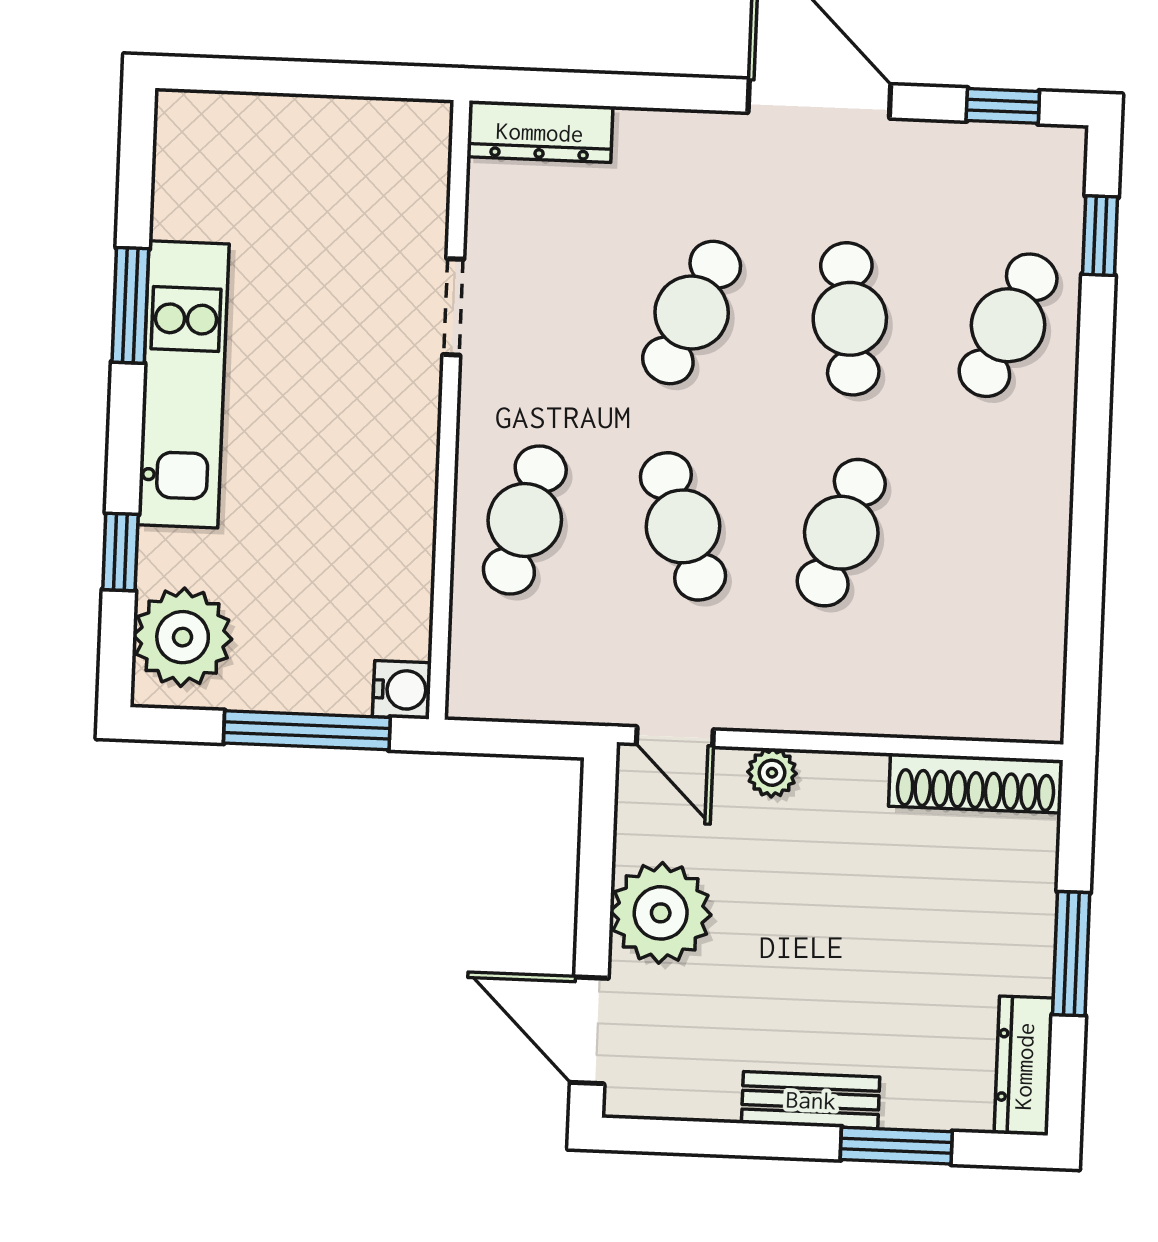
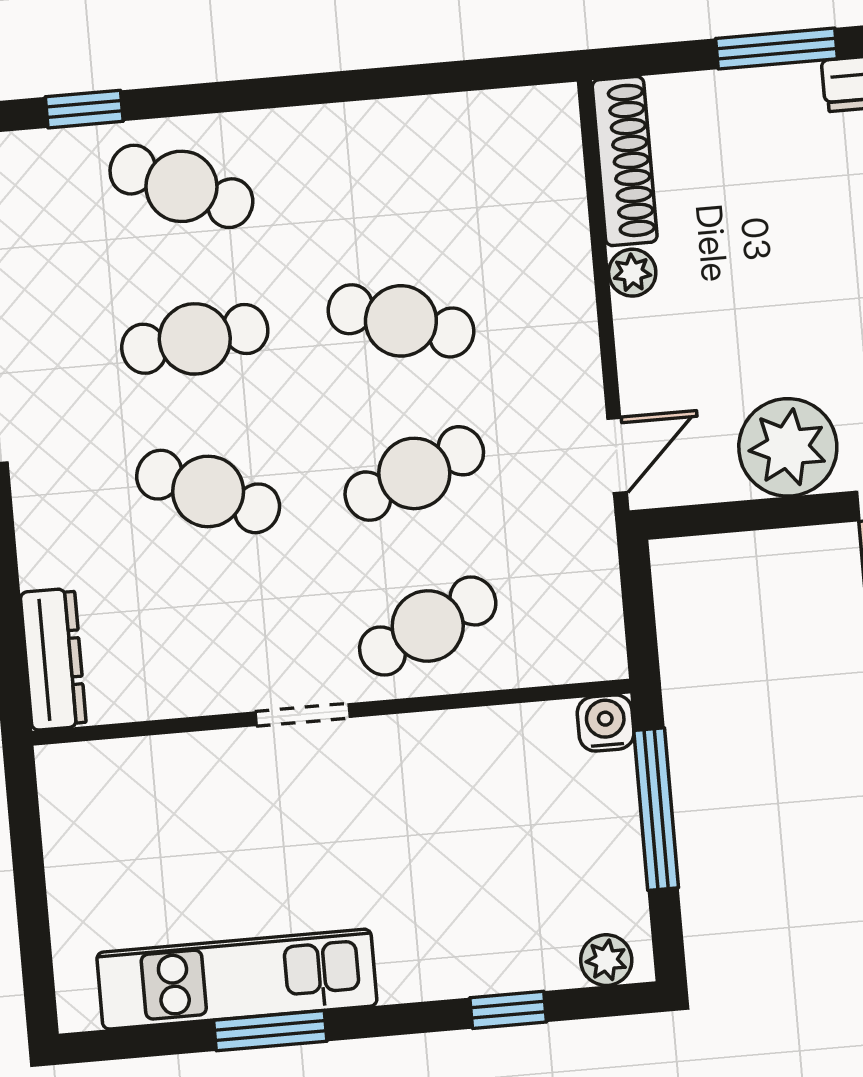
doorway: (453, 307) -> (303, 715), moved
kitchen unit: (183, 384) -> (237, 979), moved
cafe table: (525, 520) -> (428, 626), turned -39
plant: (183, 637) -> (606, 960), width x0.53, depth x0.53
plant: (772, 773) -> (632, 273), moved

